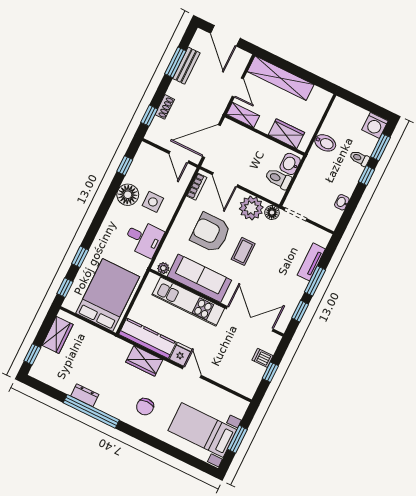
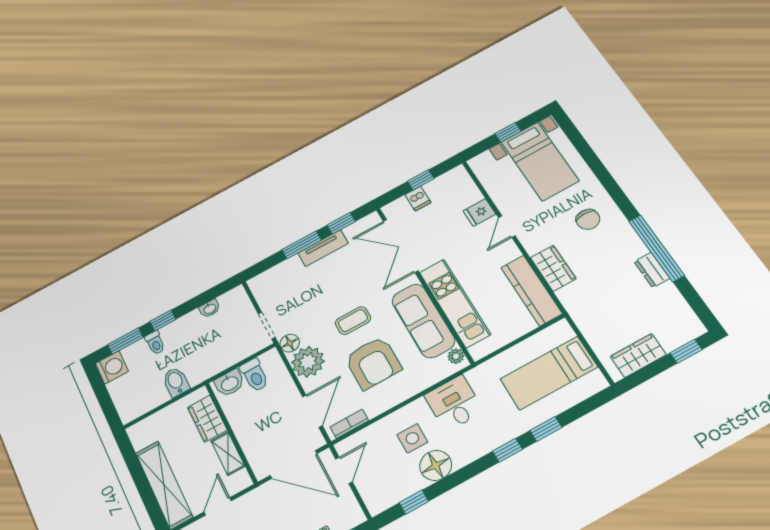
shelving: (243, 115) -> (228, 453), moved
tv unit: (311, 262) -> (323, 248), moved
window: (65, 288) -> (507, 450), moved
bed: (108, 295) -> (549, 373), width x0.67
fridge: (181, 354) -> (479, 212), moved
chair: (145, 407) -> (588, 219), turned 90
window: (237, 439) -> (508, 132), width x0.67

